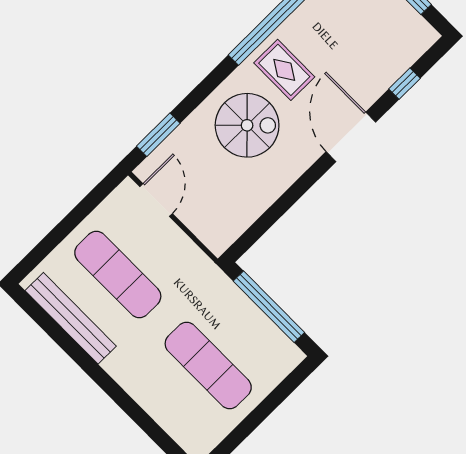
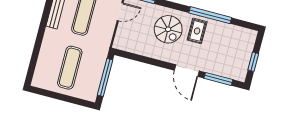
window: (404, 84) -> (218, 79), width x2.17
door: (351, 137) -> (187, 71), swing flipped

